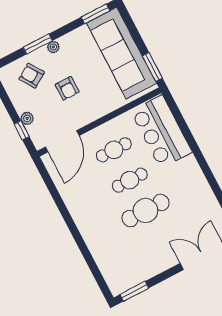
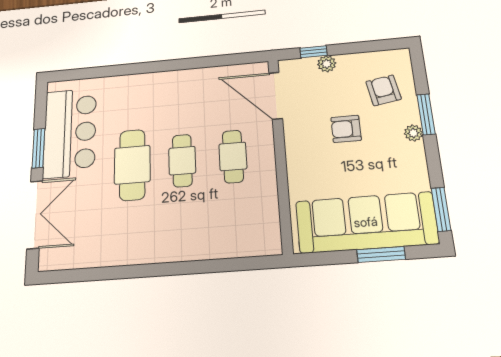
window: (152, 67) -> (381, 254), moved
armchair: (32, 76) -> (384, 90), turned -67
bar counter: (161, 132) -> (70, 133), moved, turned 90
window: (134, 291) -> (38, 148), moved

